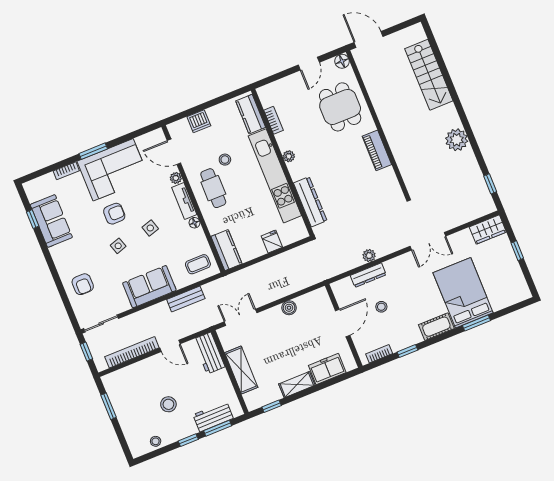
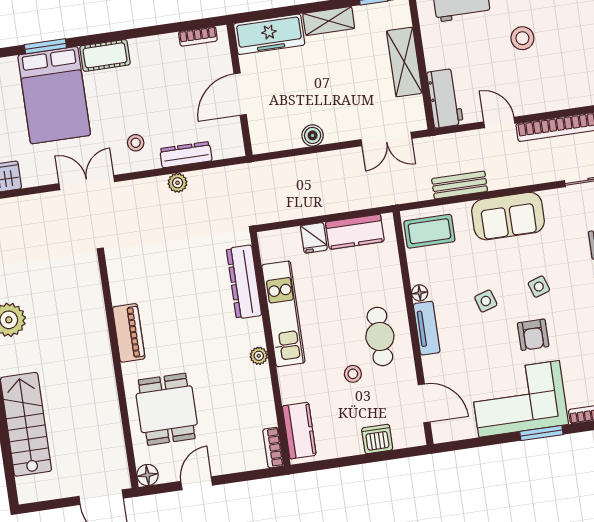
bookcase: (274, 120) -> (273, 448), moved
kitchen unit: (275, 176) -> (283, 314), width x0.73
plant: (176, 178) -> (431, 365), removed
armchair: (114, 214) -> (533, 335), turned -90
kitchen counter: (226, 250) -> (355, 232), moved, turned -90
coffee table: (198, 264) -> (429, 231), width x1.36, depth x1.30
stool: (381, 307) -> (136, 143), moved
window: (407, 351) -> (156, 30), removed
freezer: (327, 369) -> (269, 34), width x1.40

